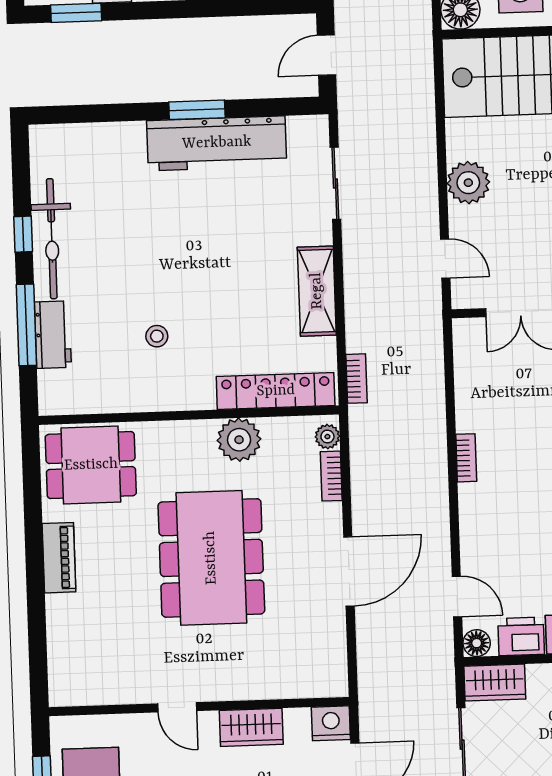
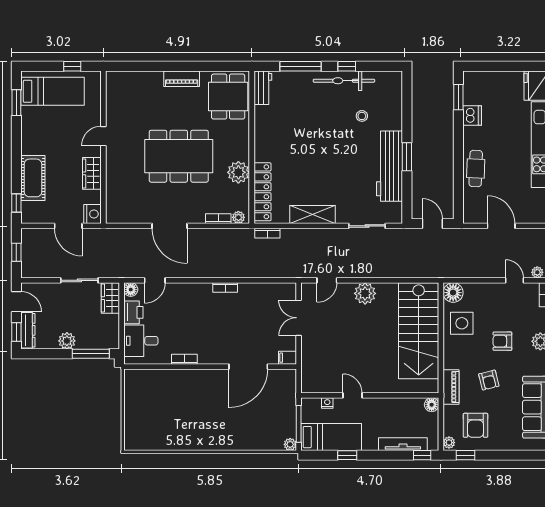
workbench: (53, 335) -> (263, 88), moved, turned -90
stool: (157, 336) -> (362, 116), moved

